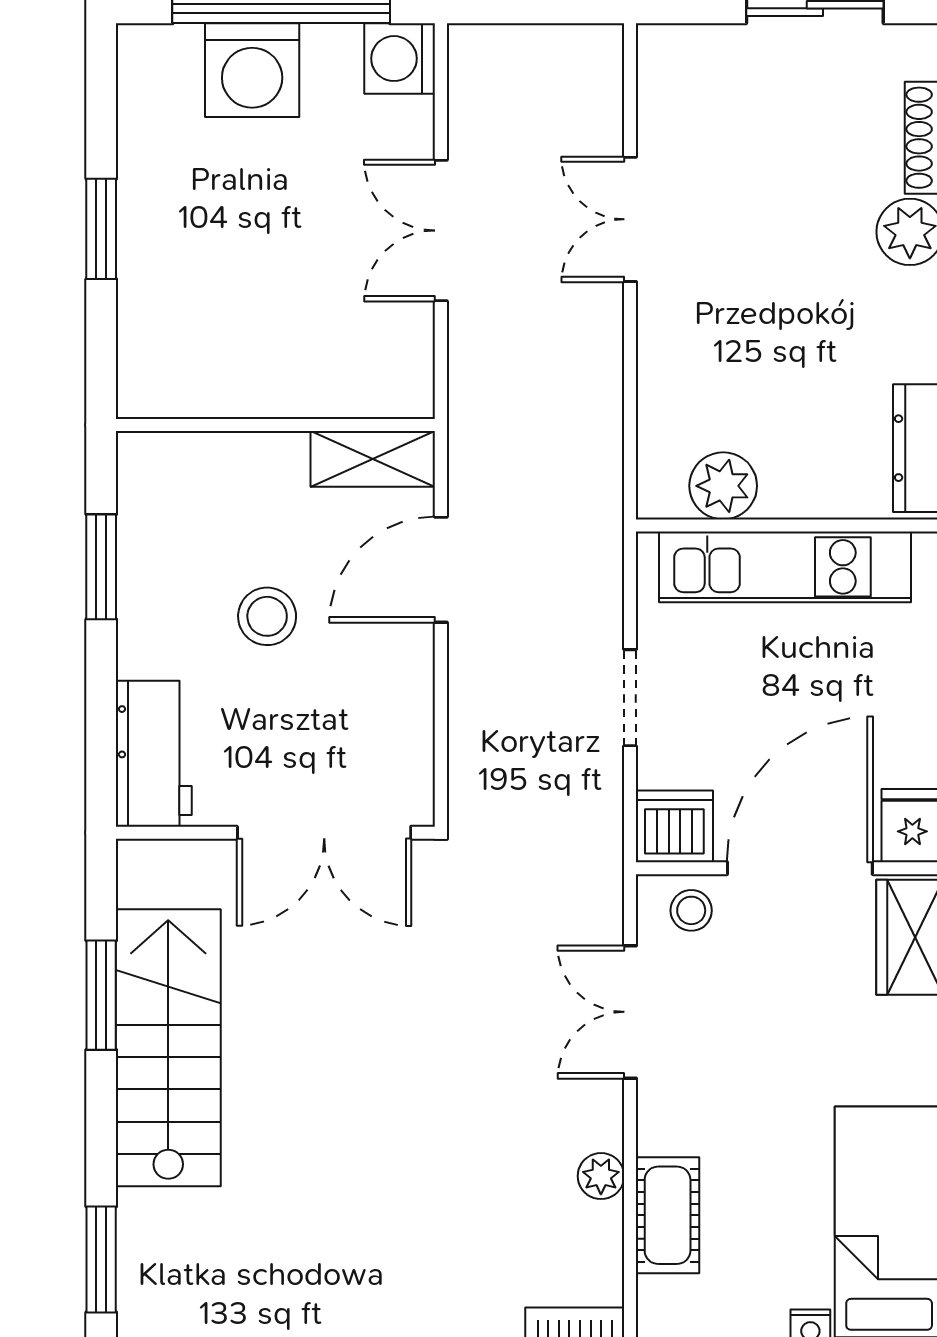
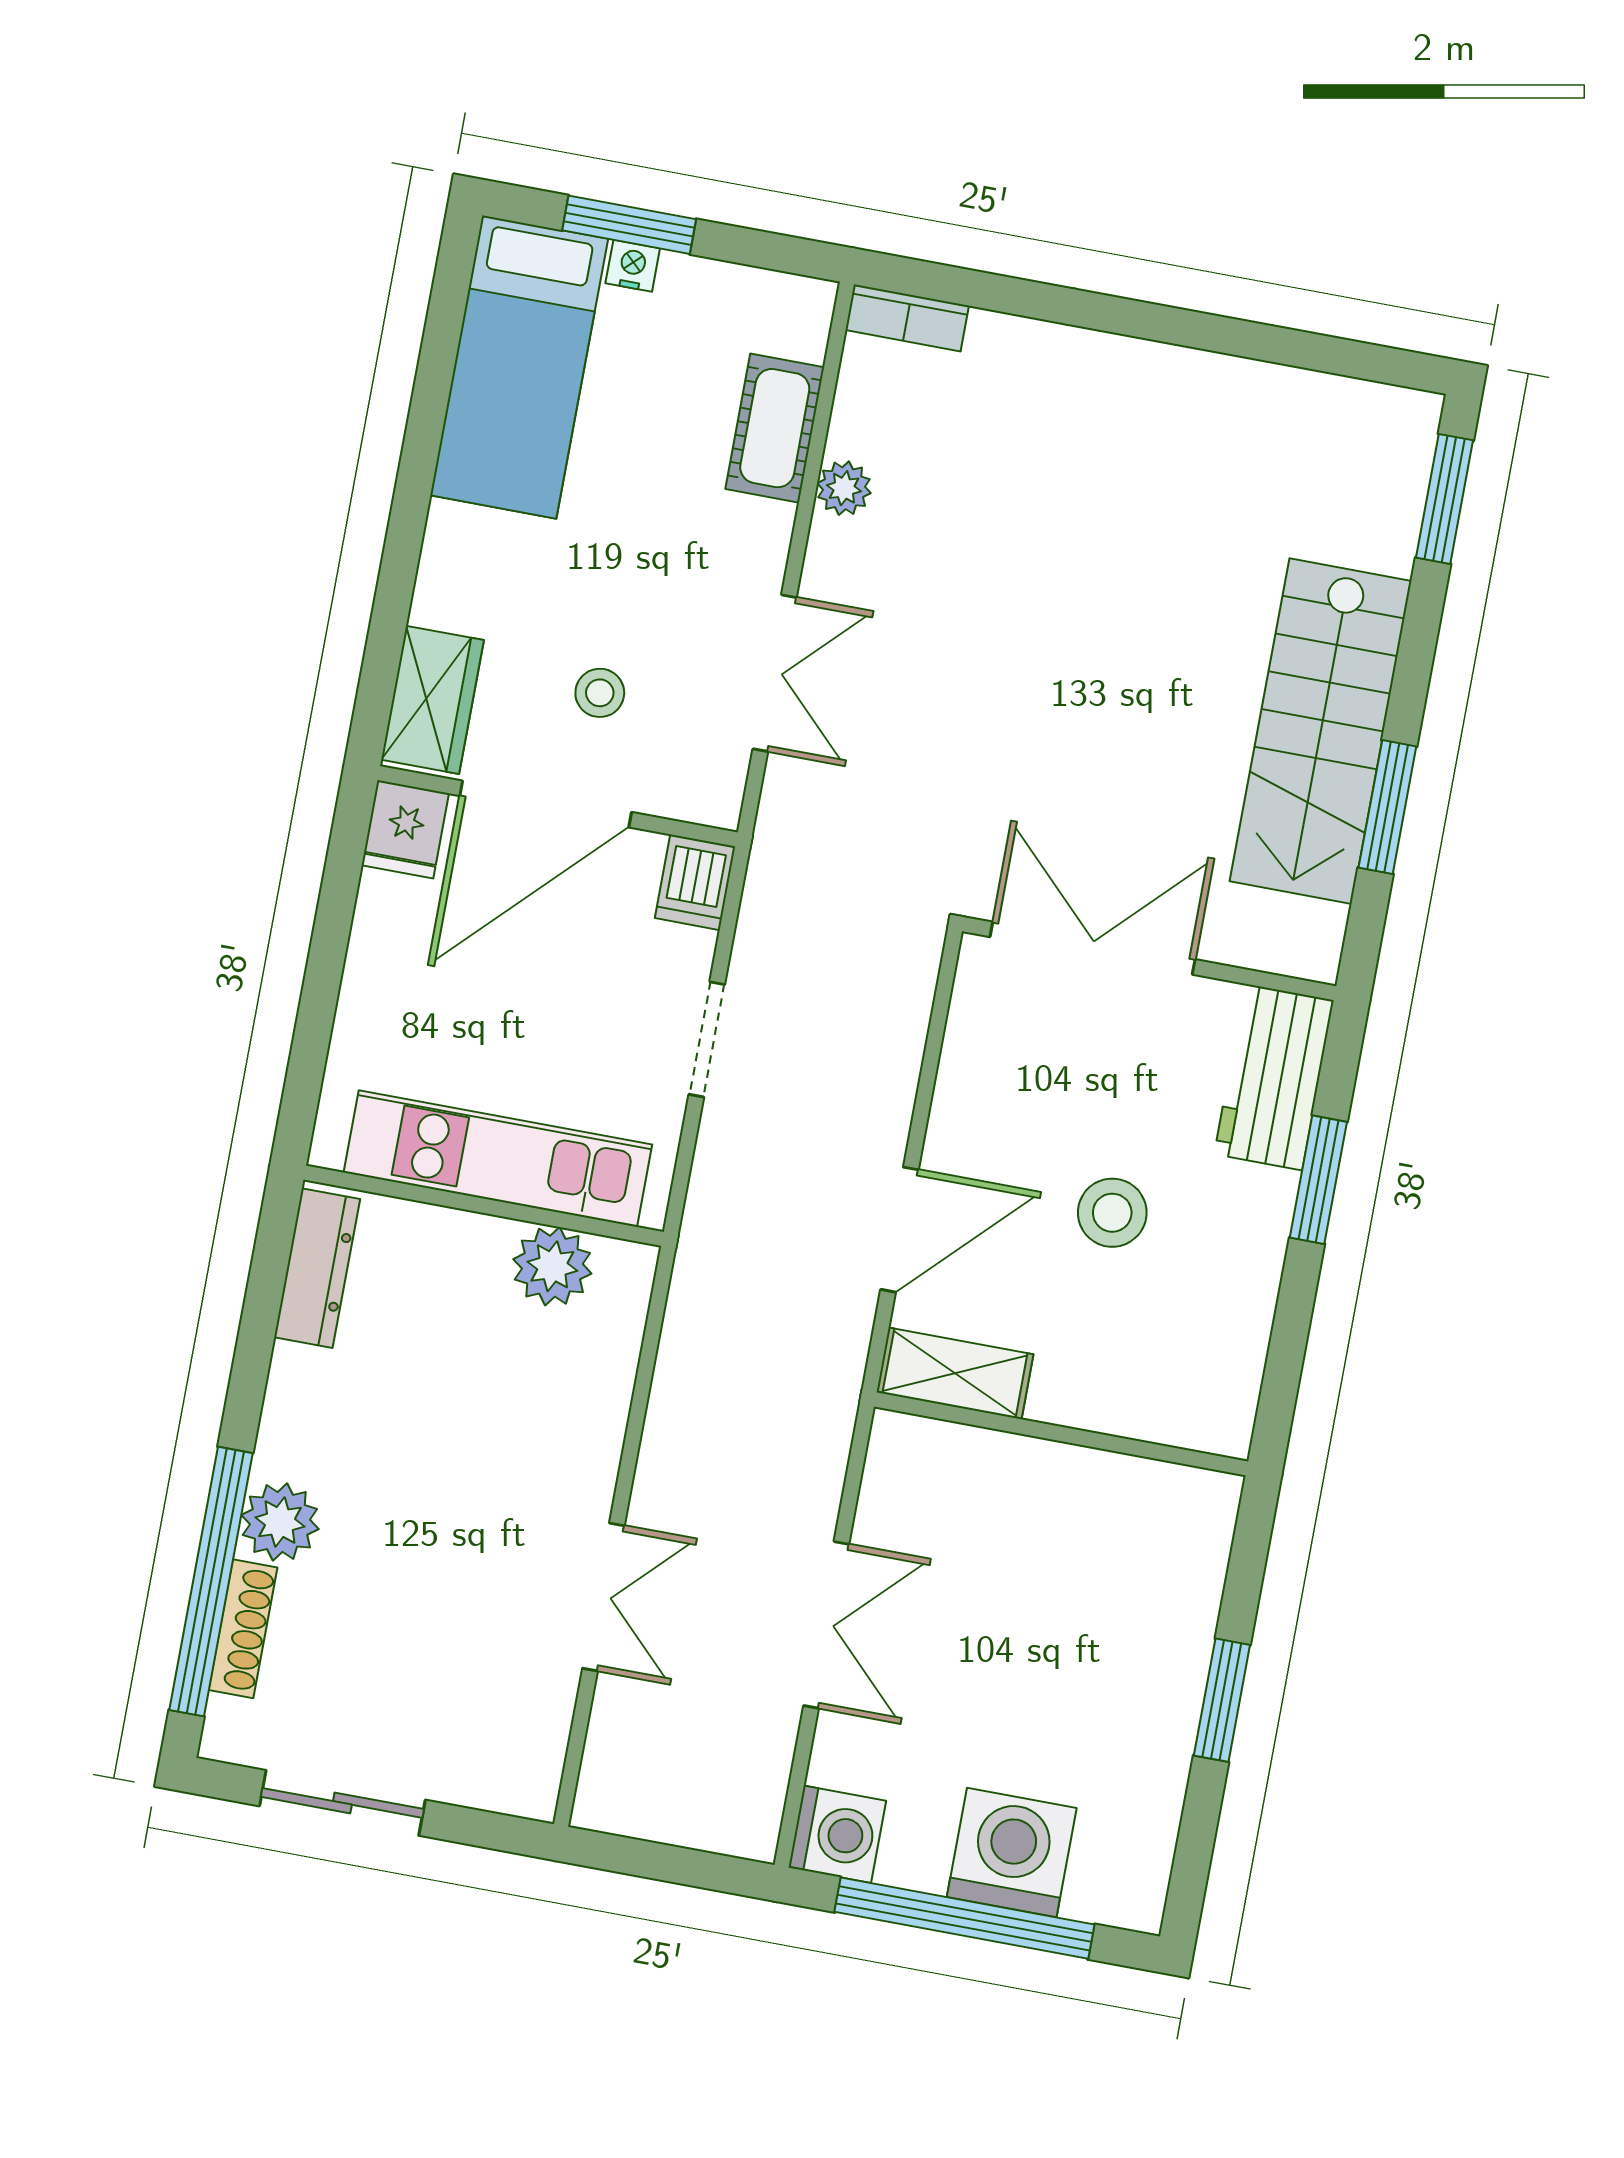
window: (101, 567) -> (1318, 1180), moved
dishwasher: (674, 826) -> (695, 882), width x0.73
stool: (691, 910) -> (600, 693), moved

